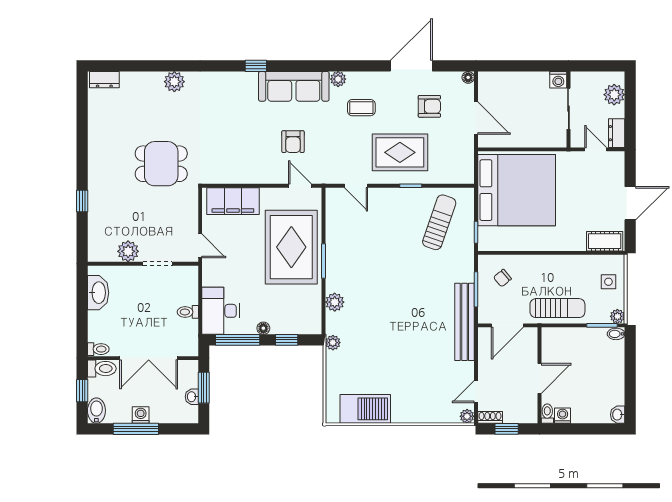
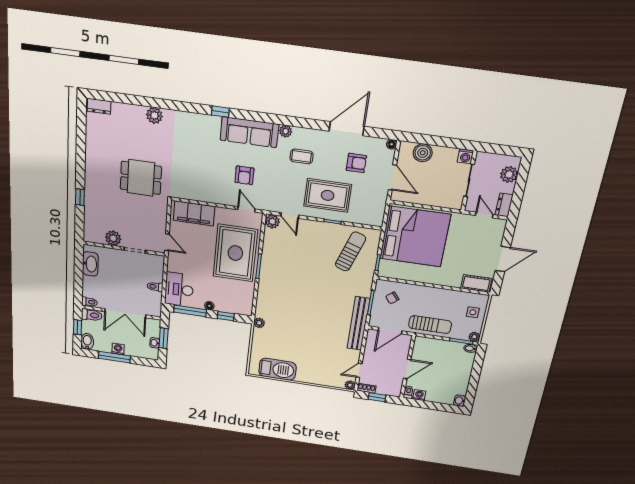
boiler: (507, 83) -> (423, 153), added
plant: (335, 302) -> (272, 221), moved

